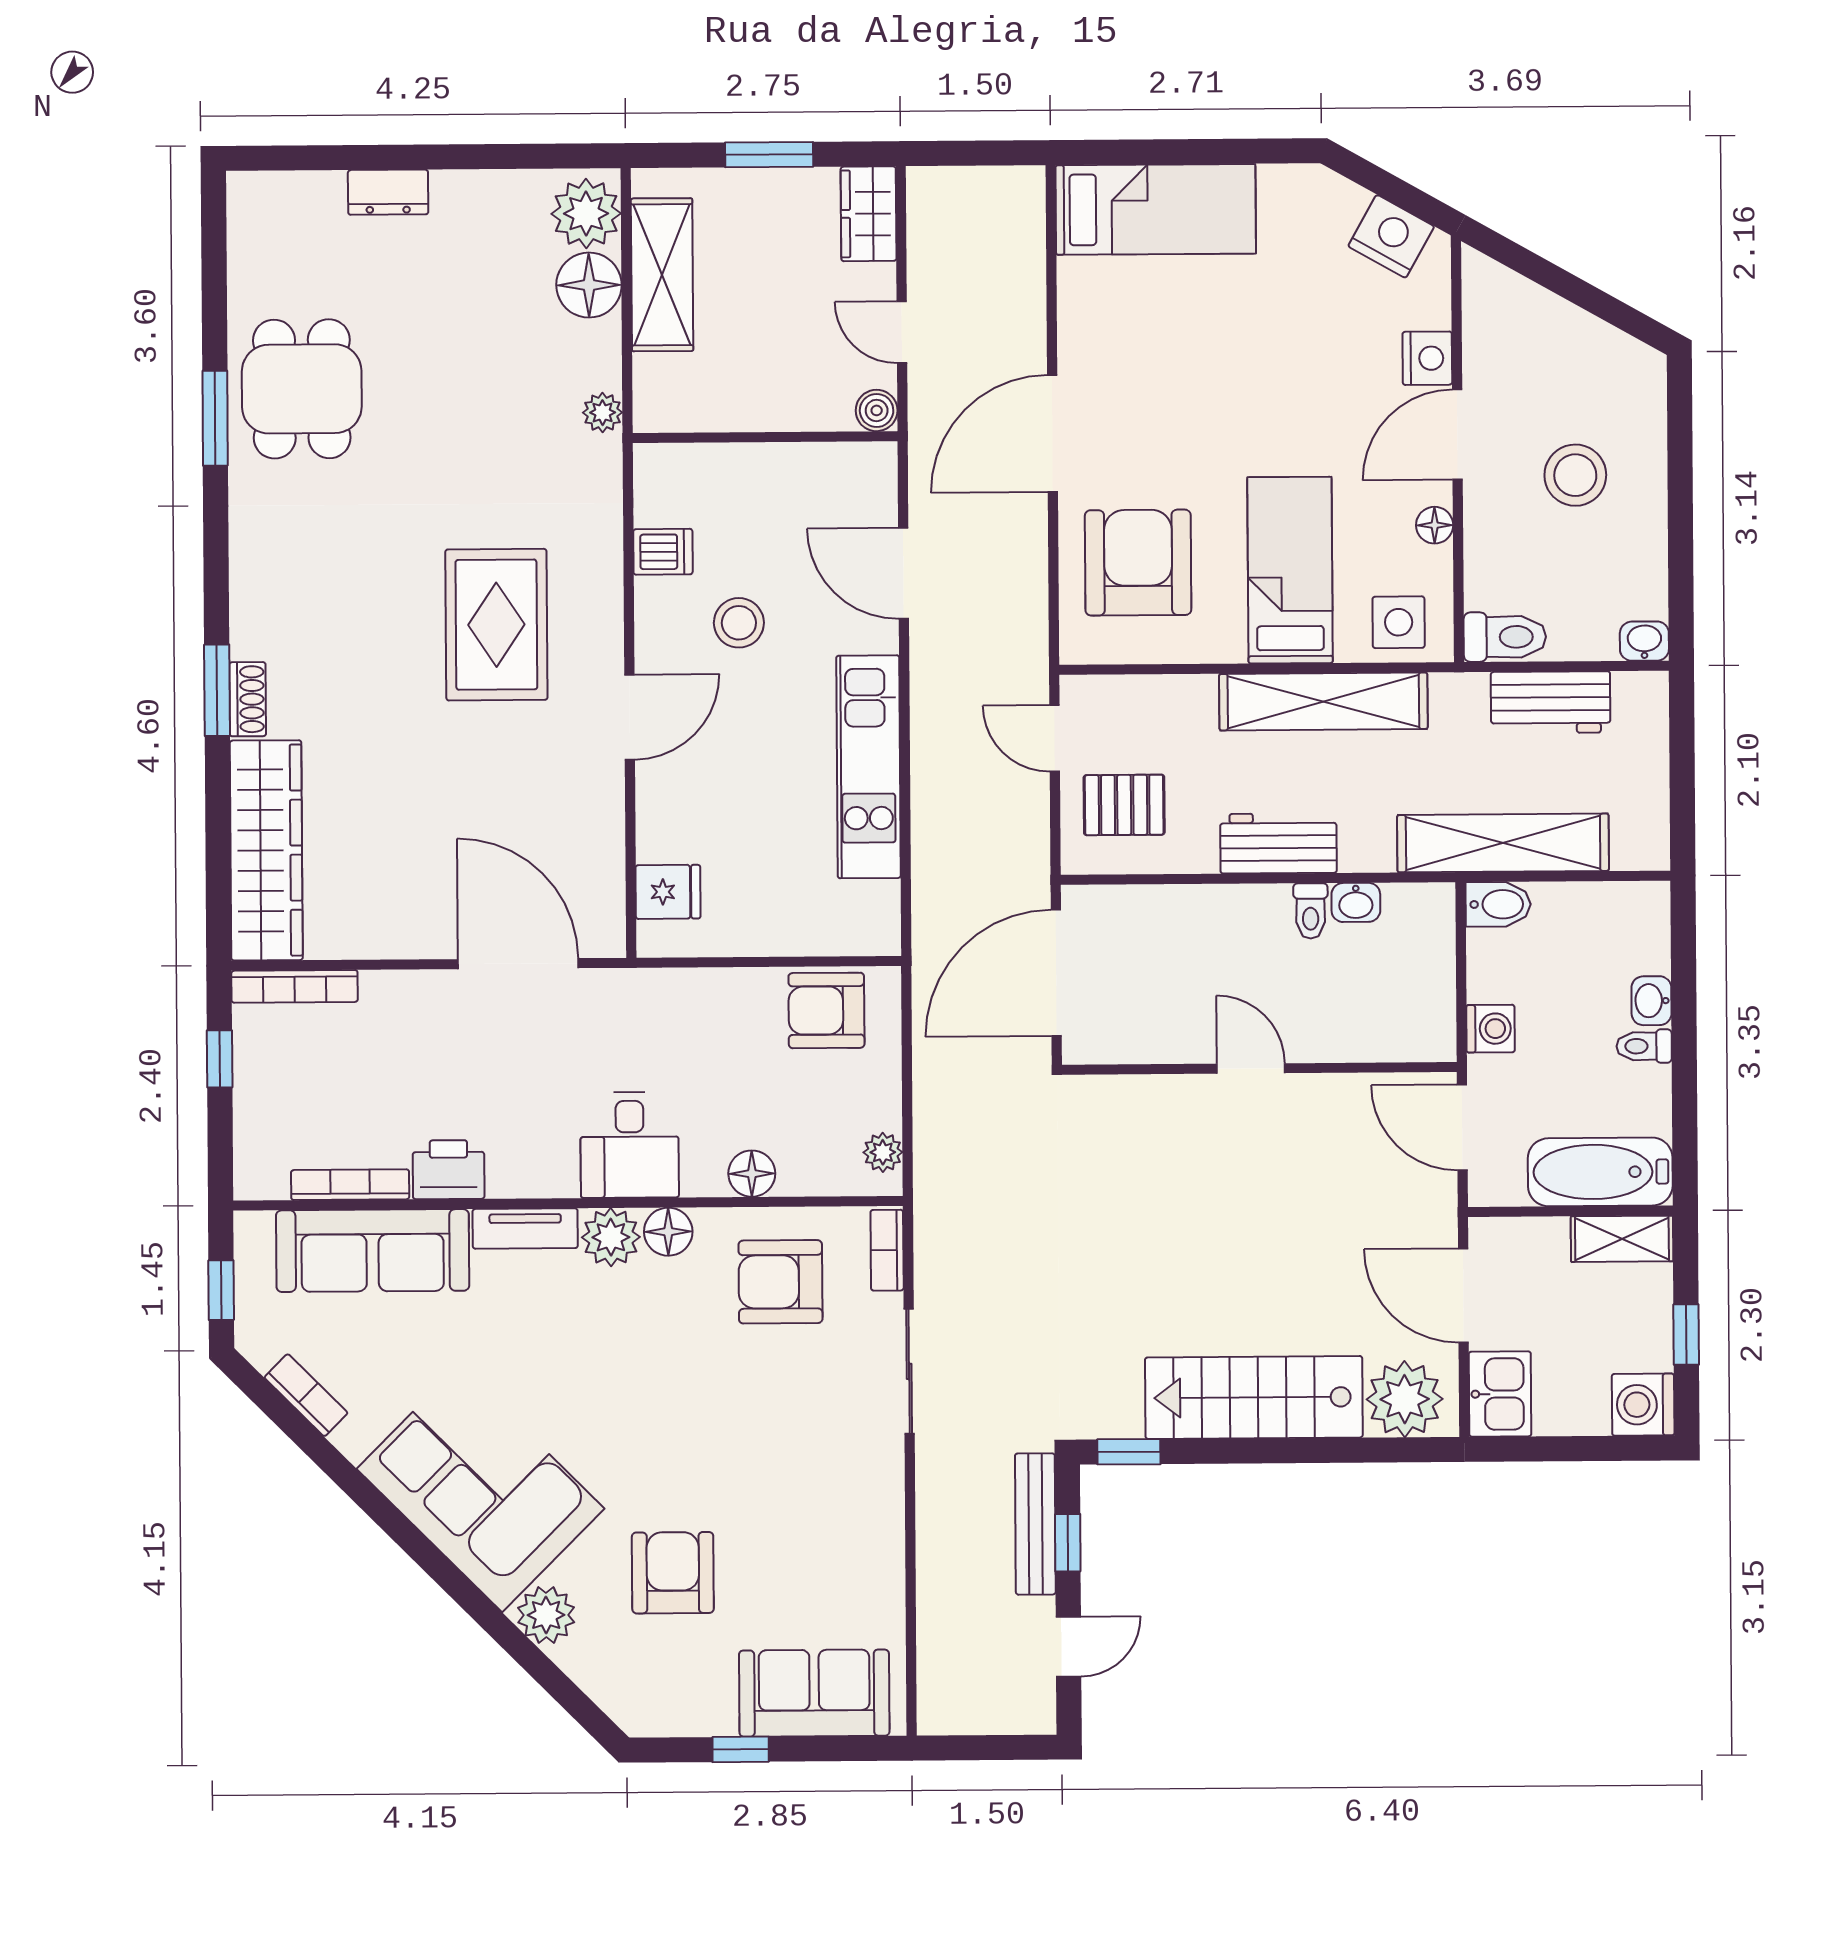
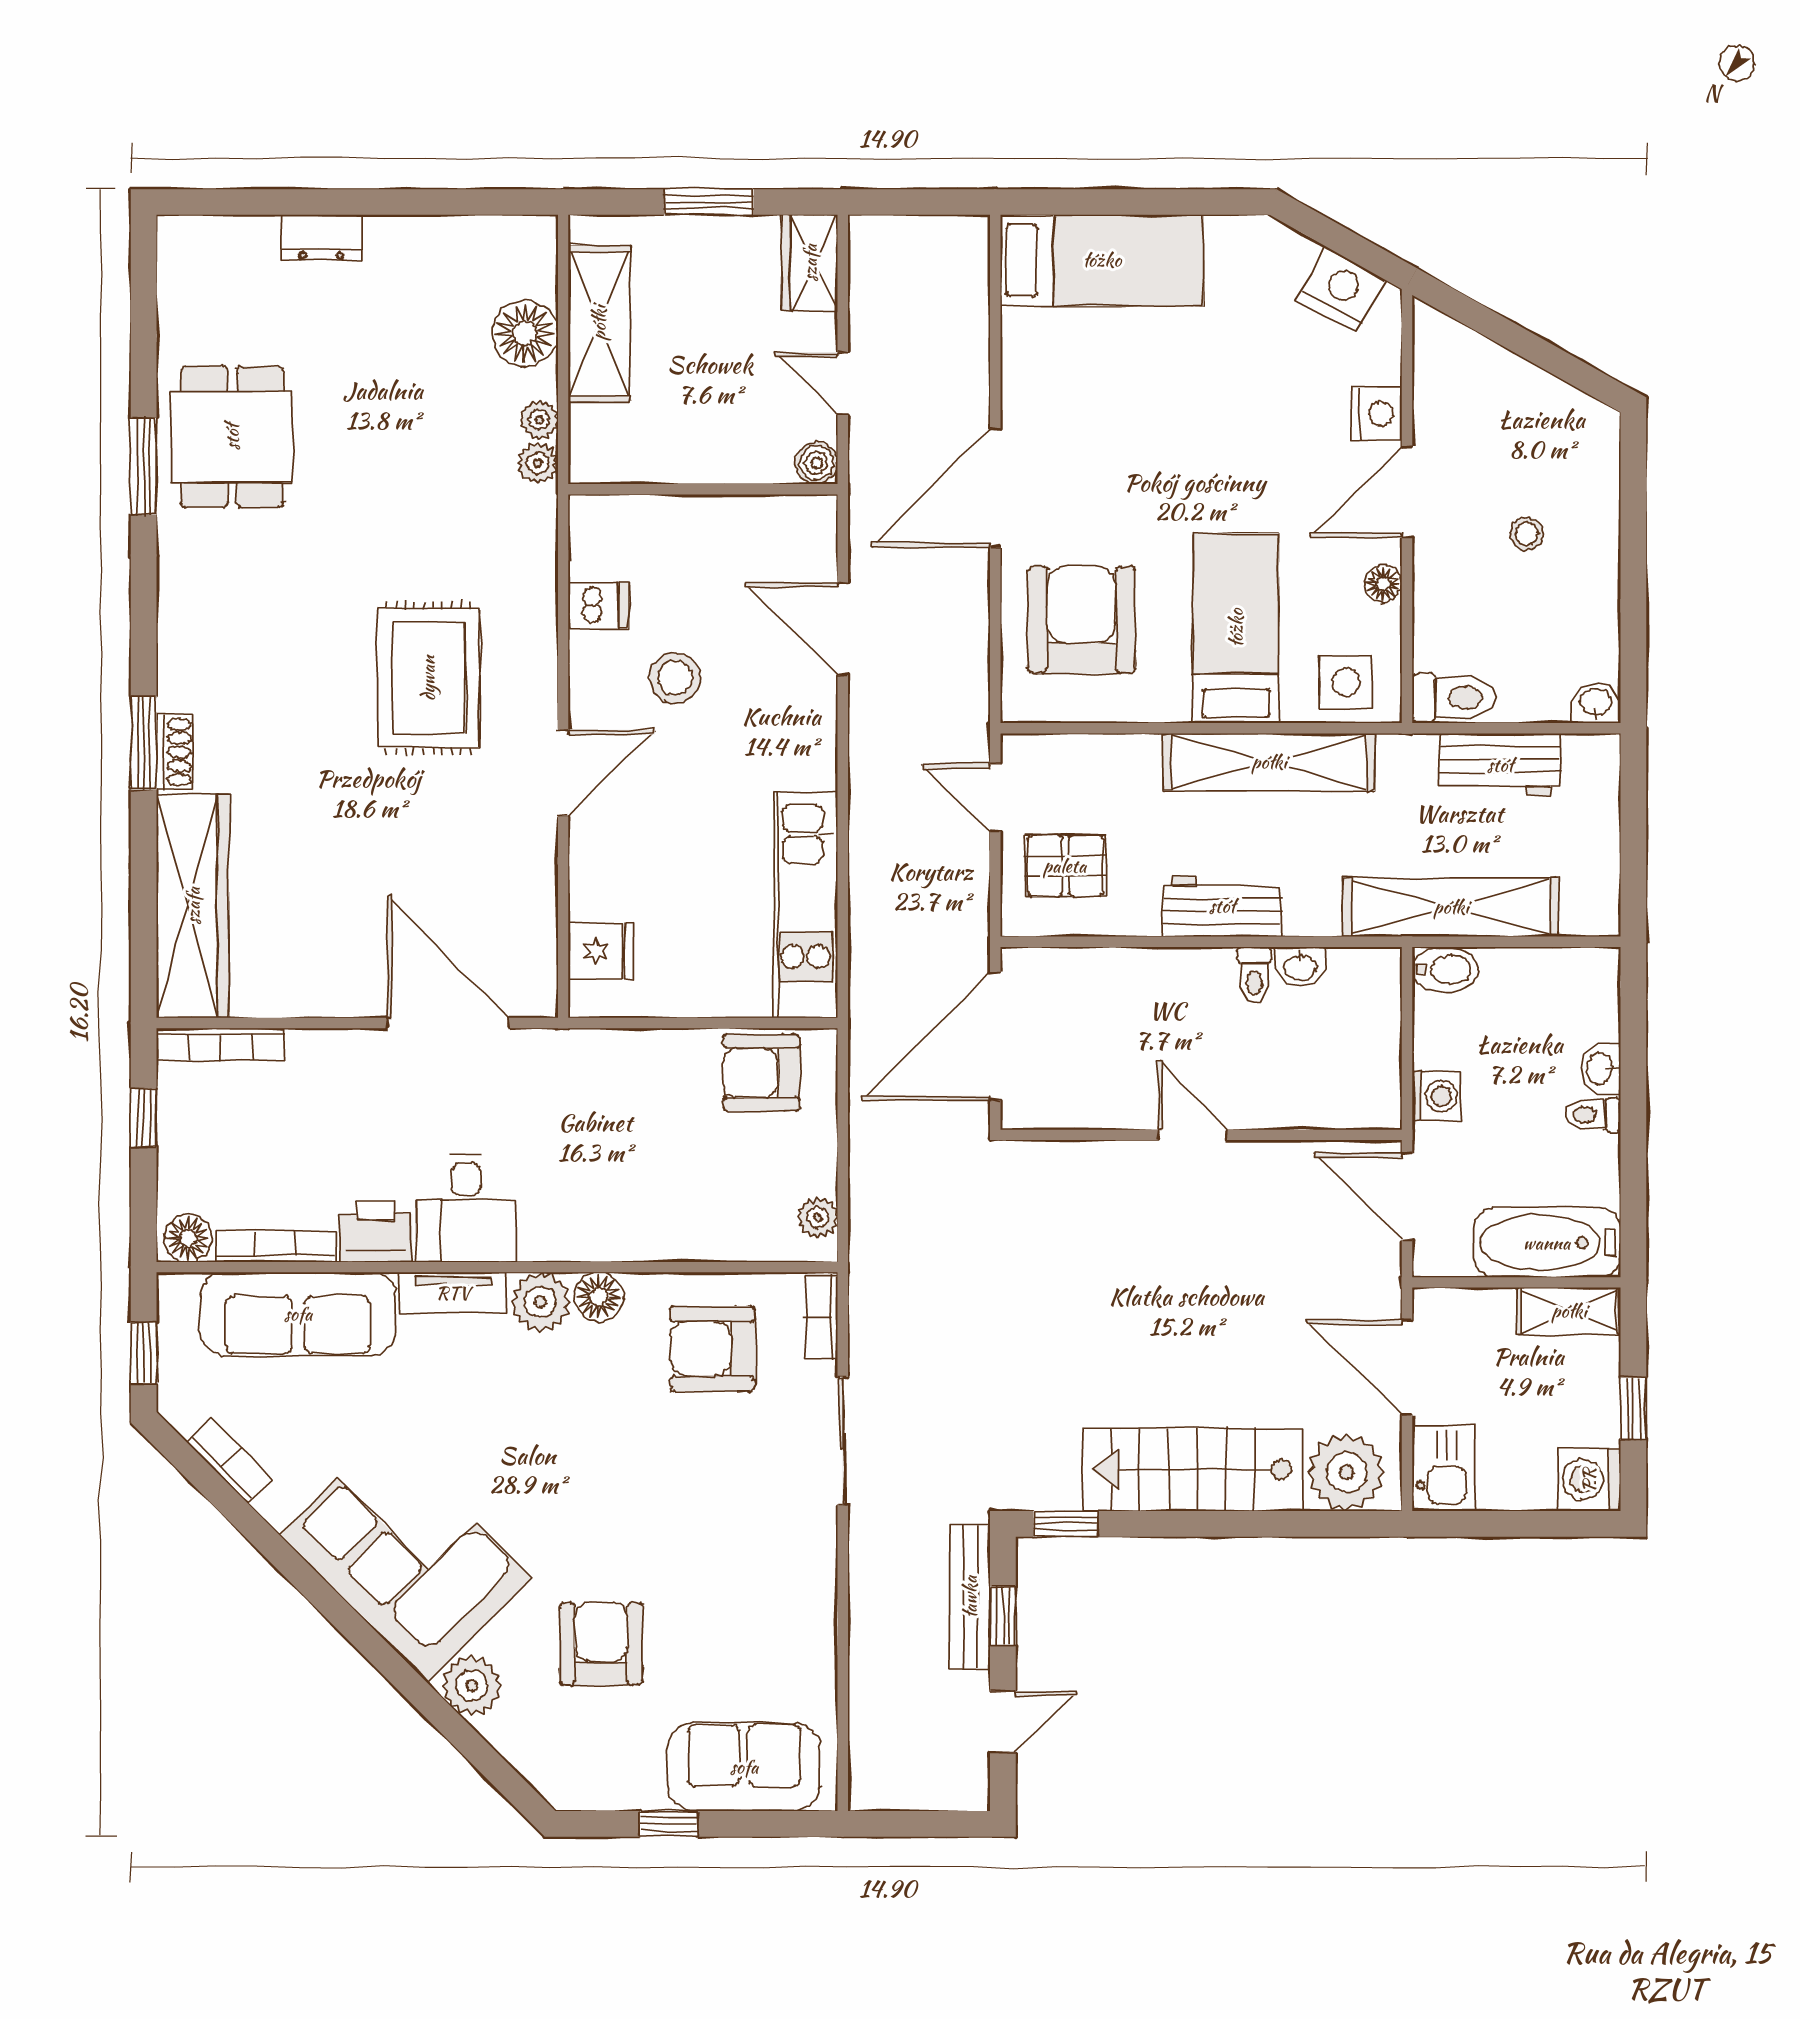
plant: (586, 214) -> (539, 420), moved, width x0.53, depth x0.53
stool: (1575, 475) -> (1527, 534), width x0.53, depth x0.53
kitchen unit: (868, 767) -> (806, 905), moved
desk: (630, 1145) -> (466, 1208), moved
floor lamp: (752, 1174) -> (188, 1238), moved

